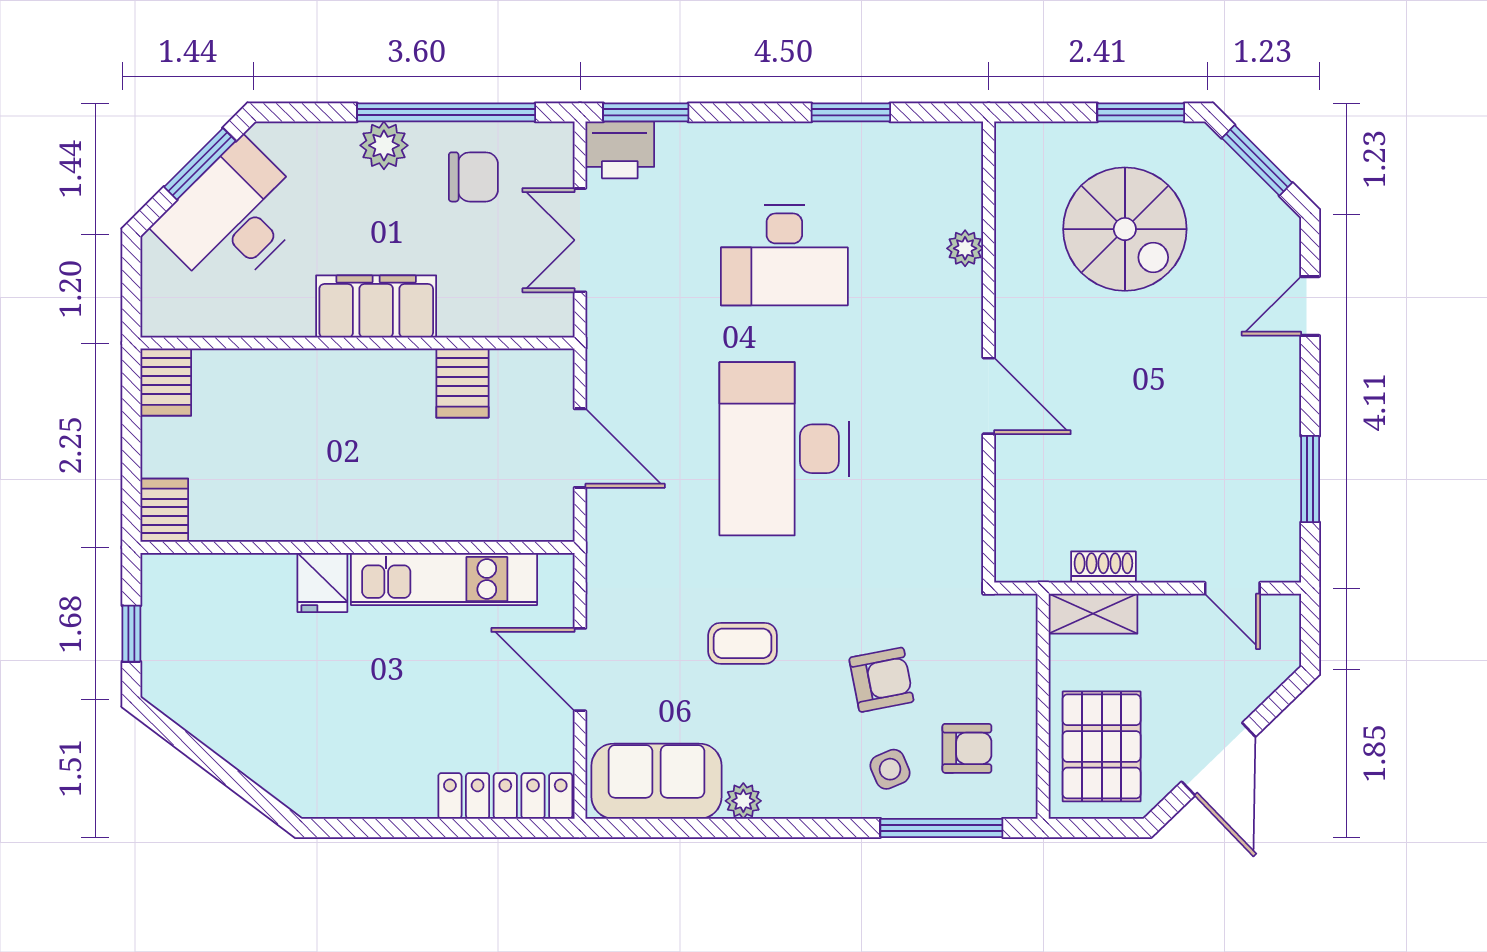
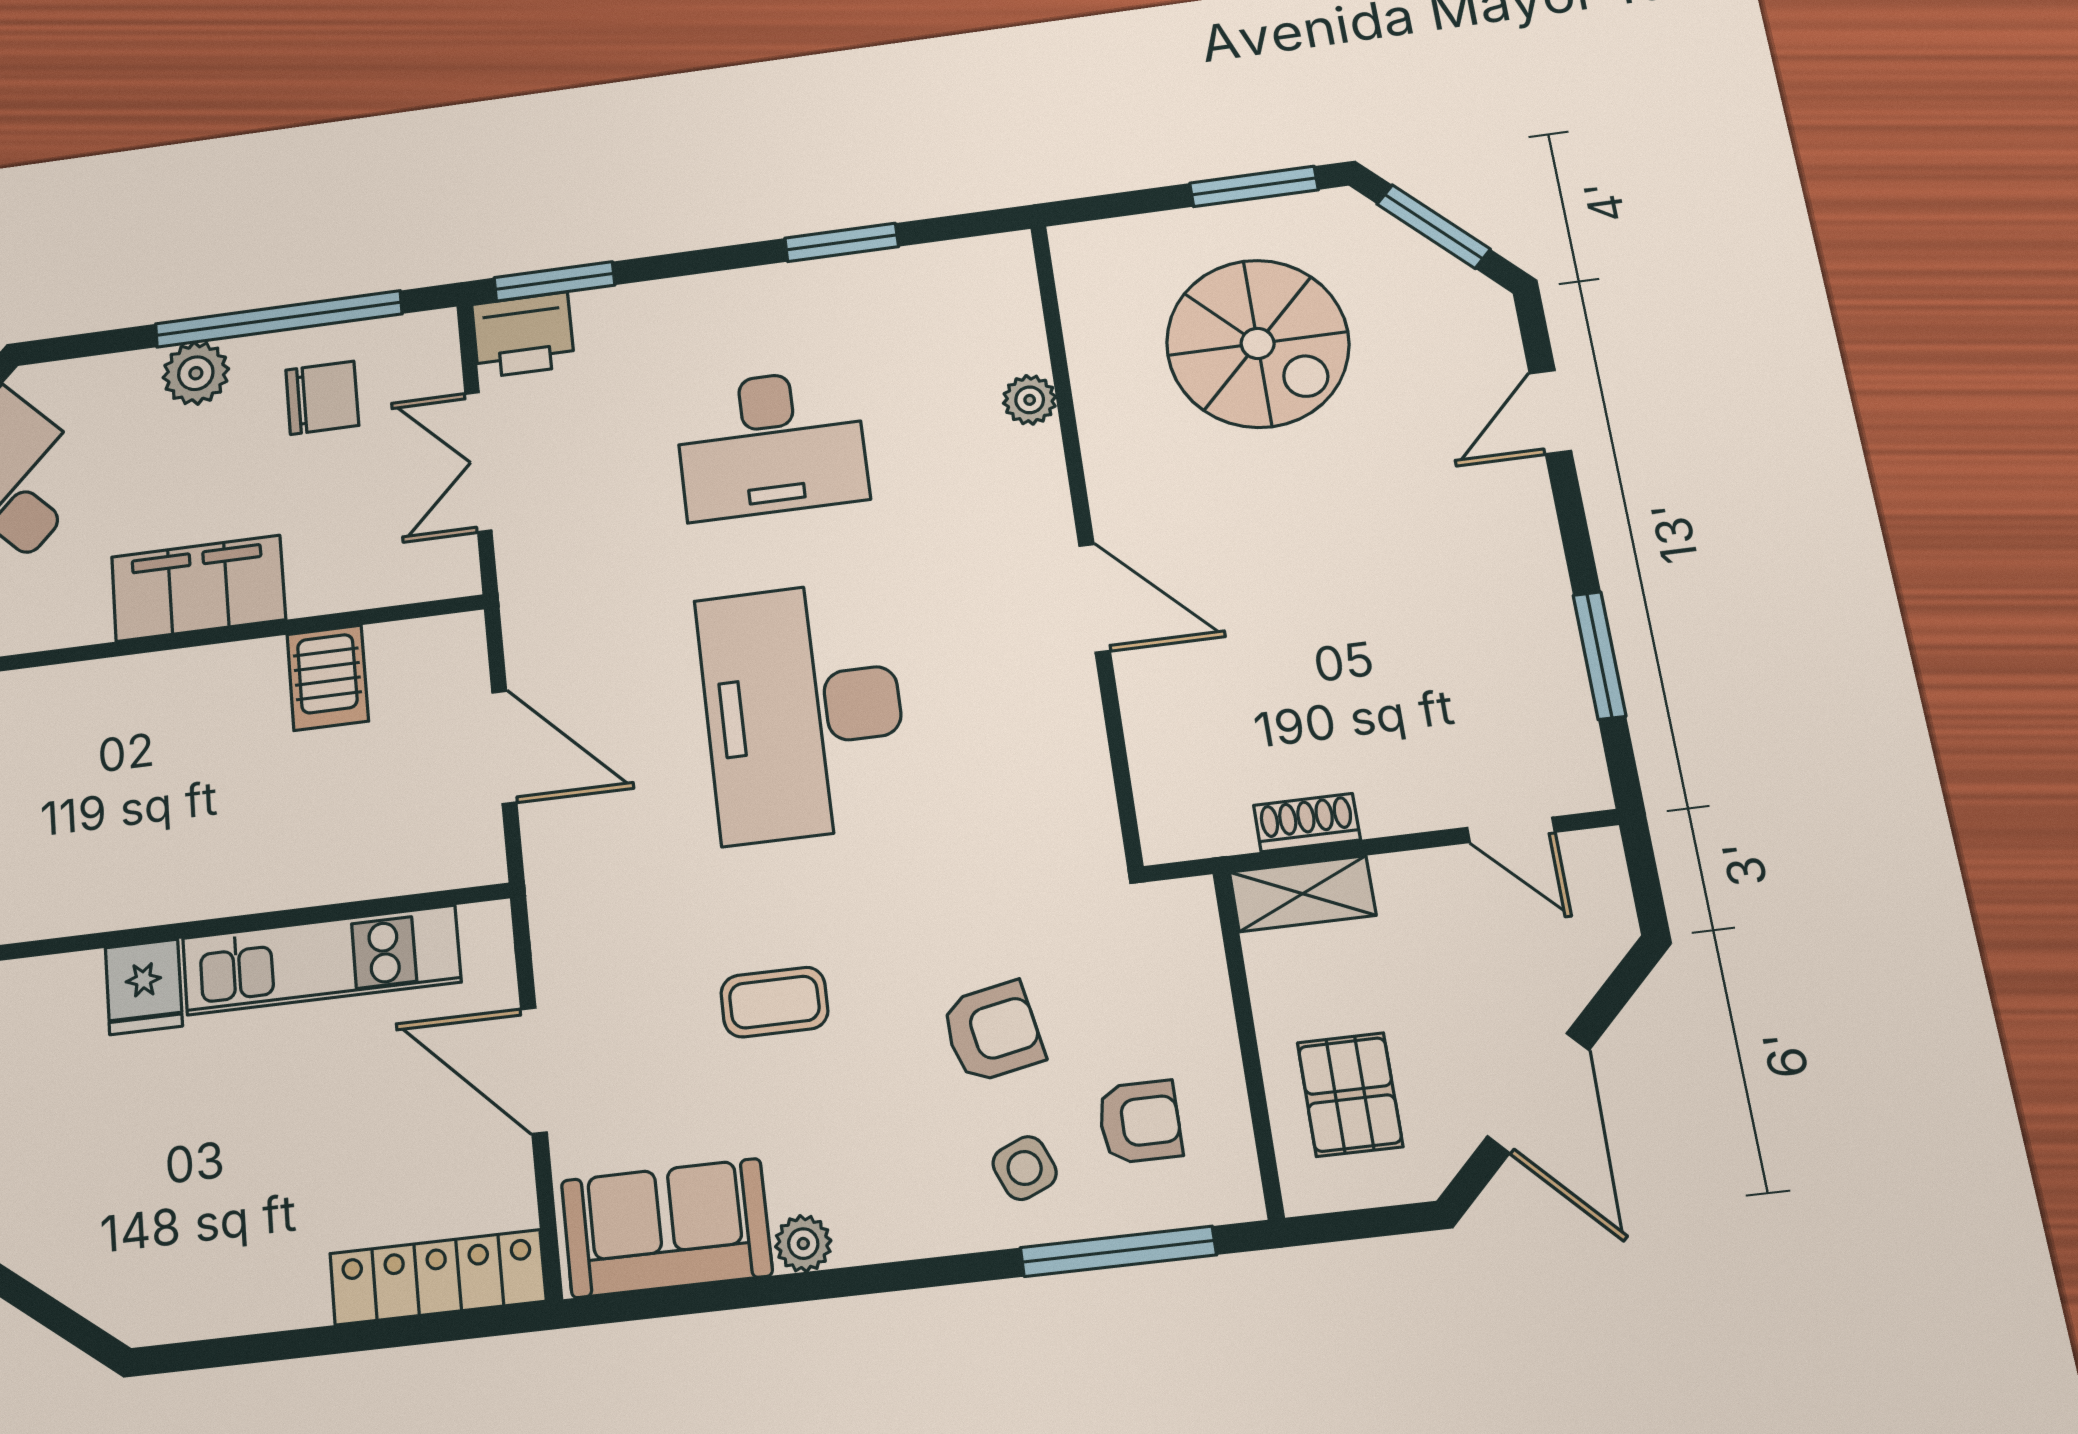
pallet: (1102, 746) -> (1350, 1095), width x0.67, depth x0.71

